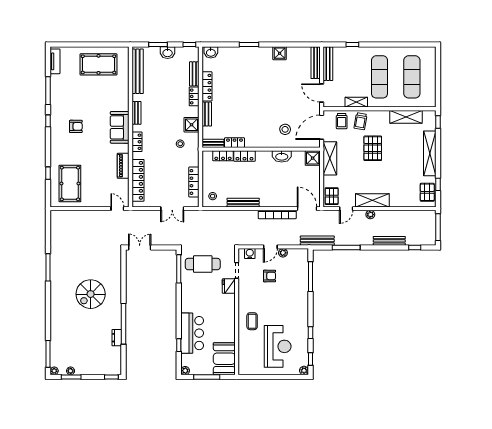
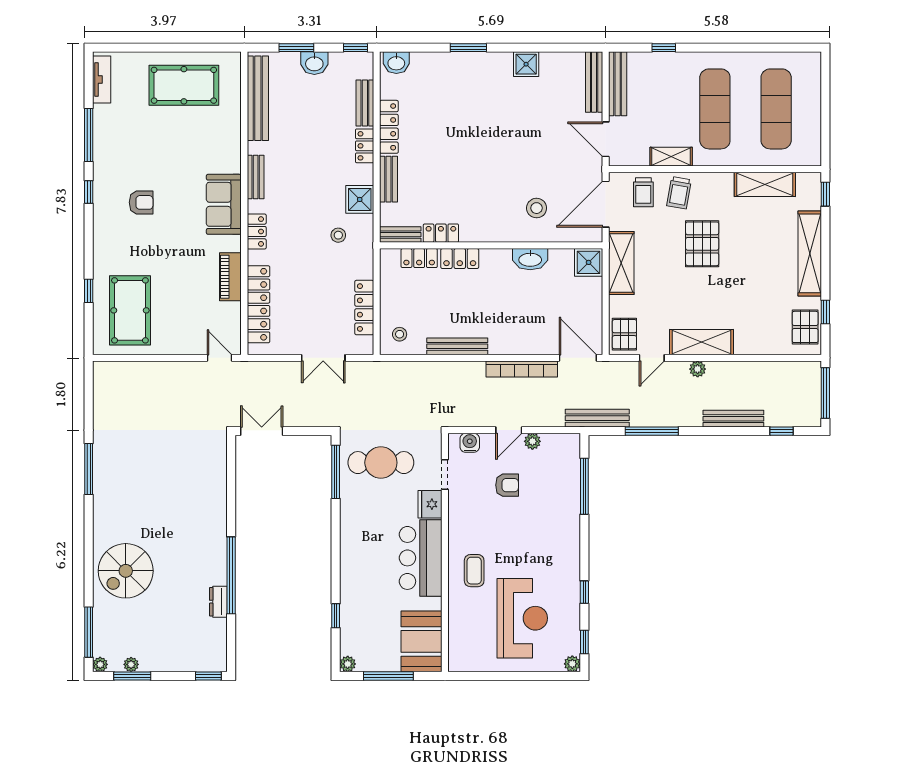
spiral stairs: (91, 294) -> (126, 571), moved
bar counter: (192, 333) -> (421, 558), moved, turned 180

